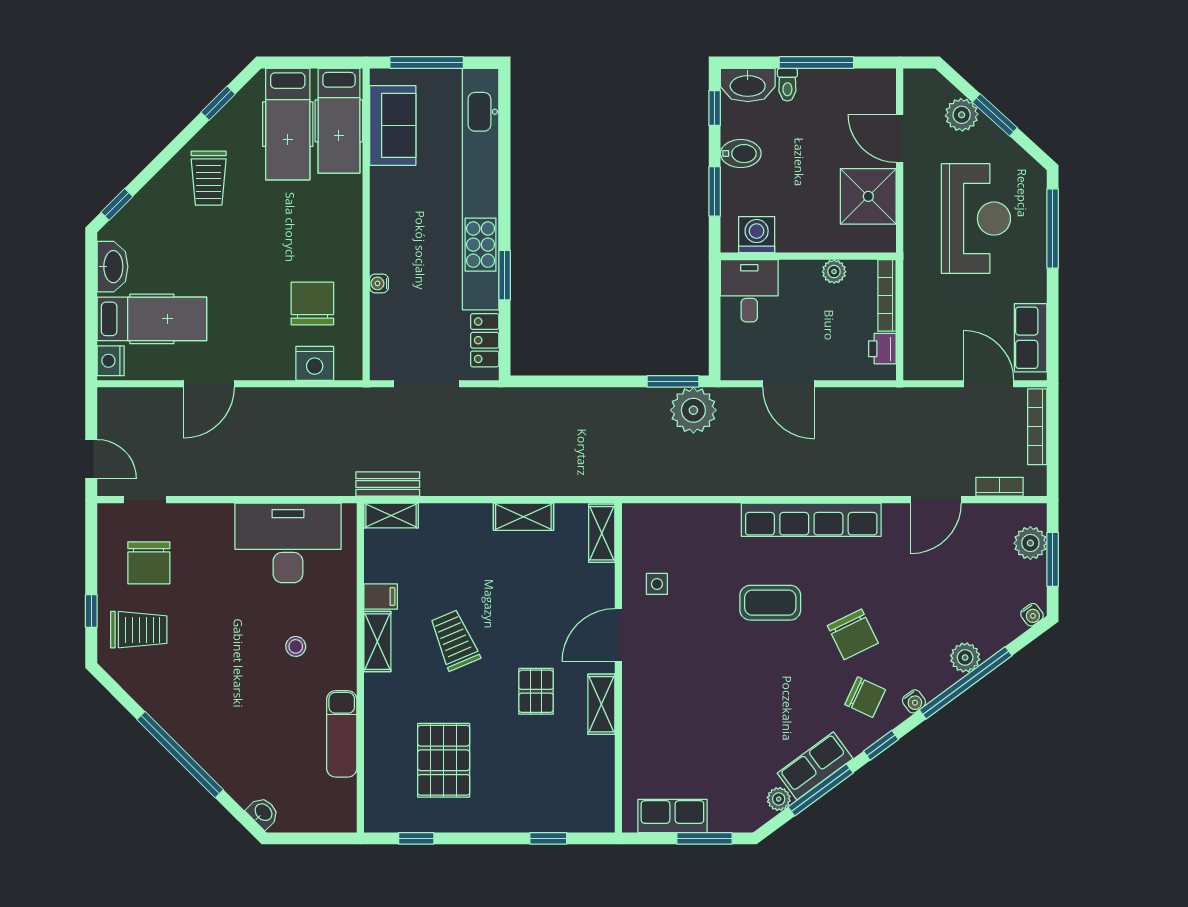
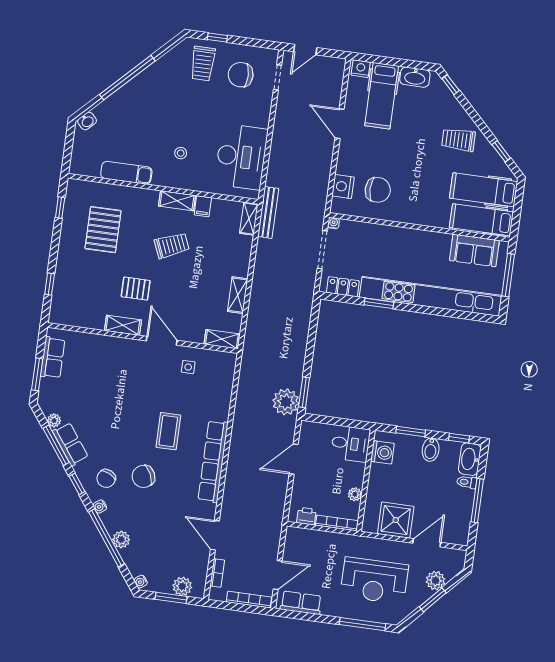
water cooler: (379, 283) -> (333, 223), moved
bench: (388, 484) -> (268, 212), width x1.36
pallet: (444, 760) -> (103, 230), turned 90

